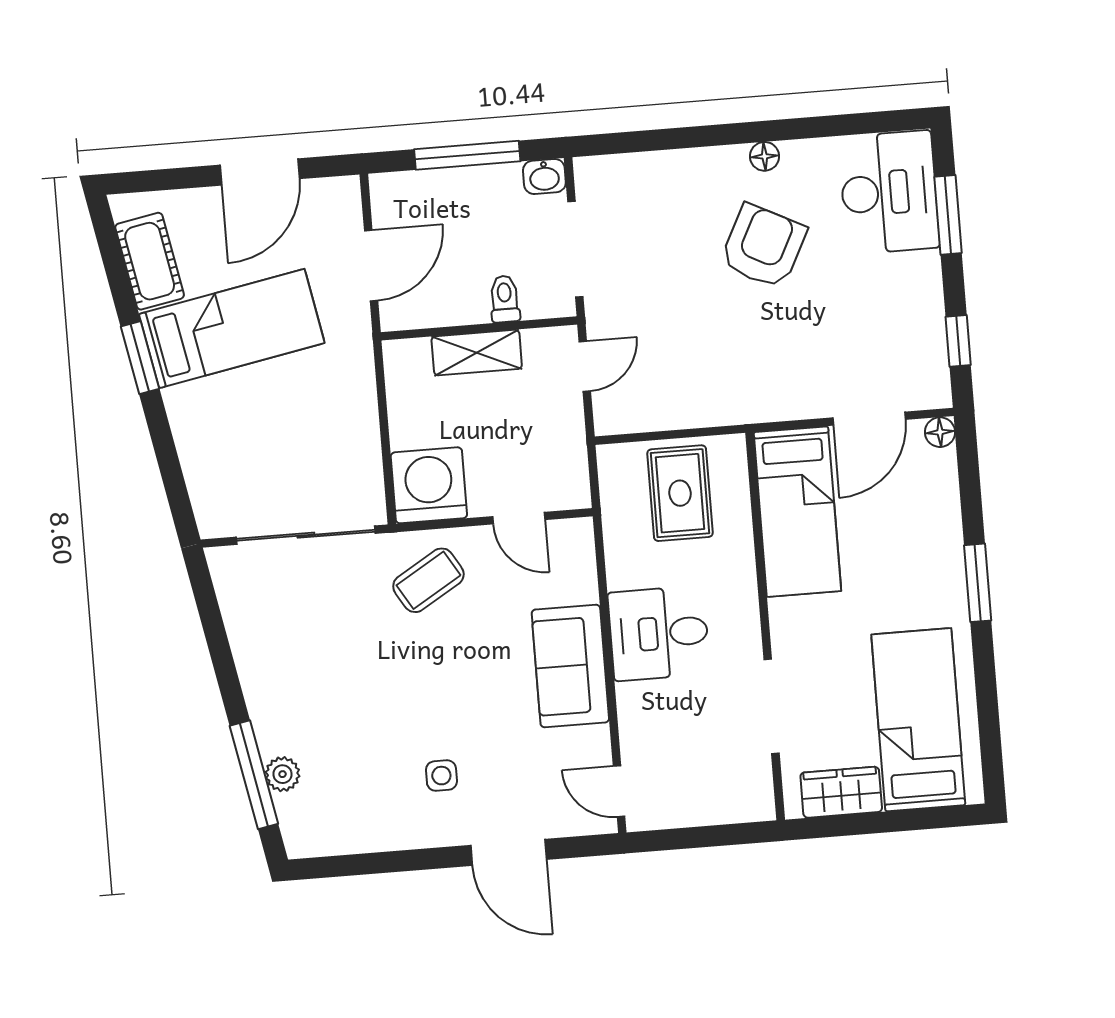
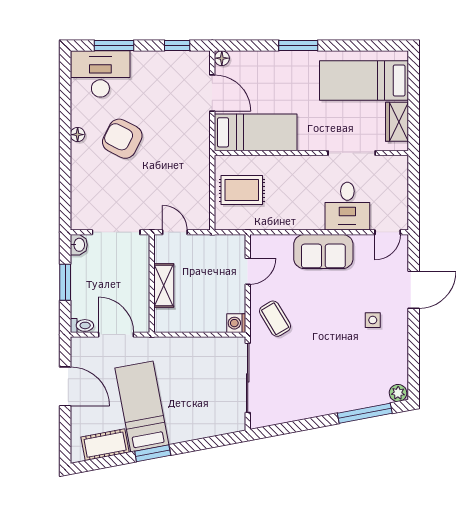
window: (467, 155) -> (65, 282), width x0.69
toilet: (505, 299) -> (82, 325), moved, turned 180
washing machine: (429, 485) -> (236, 323), width x0.53, depth x0.53
desk: (659, 633) -> (347, 206), moved
plant: (283, 774) -> (398, 393), moved

